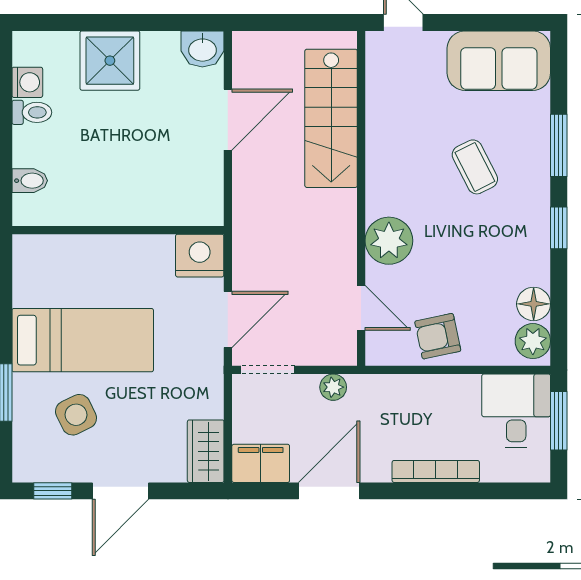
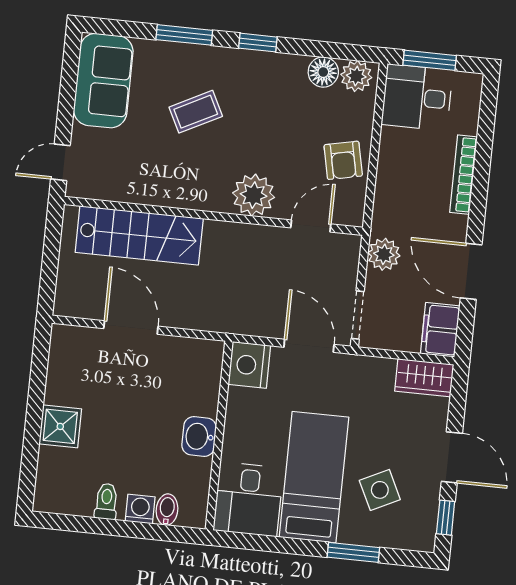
washbasin: (202, 49) -> (199, 436), moved, turned 180
shower: (110, 61) -> (60, 426), width x0.73, depth x0.73
washing machine: (27, 82) -> (140, 509), moved
desk: (51, 270) -> (248, 499), added
plant: (333, 387) -> (384, 254), width x1.38, depth x1.38

